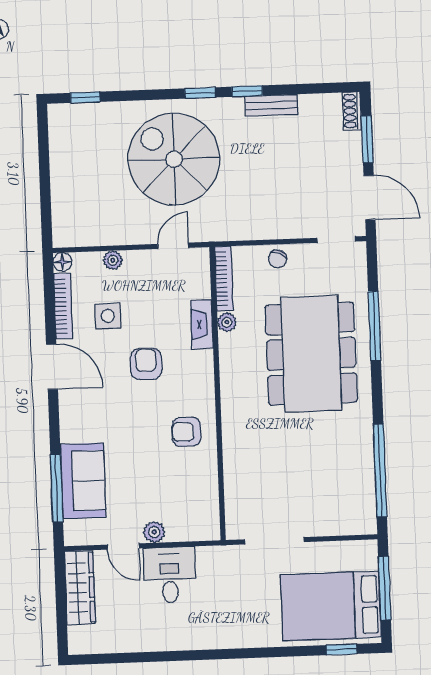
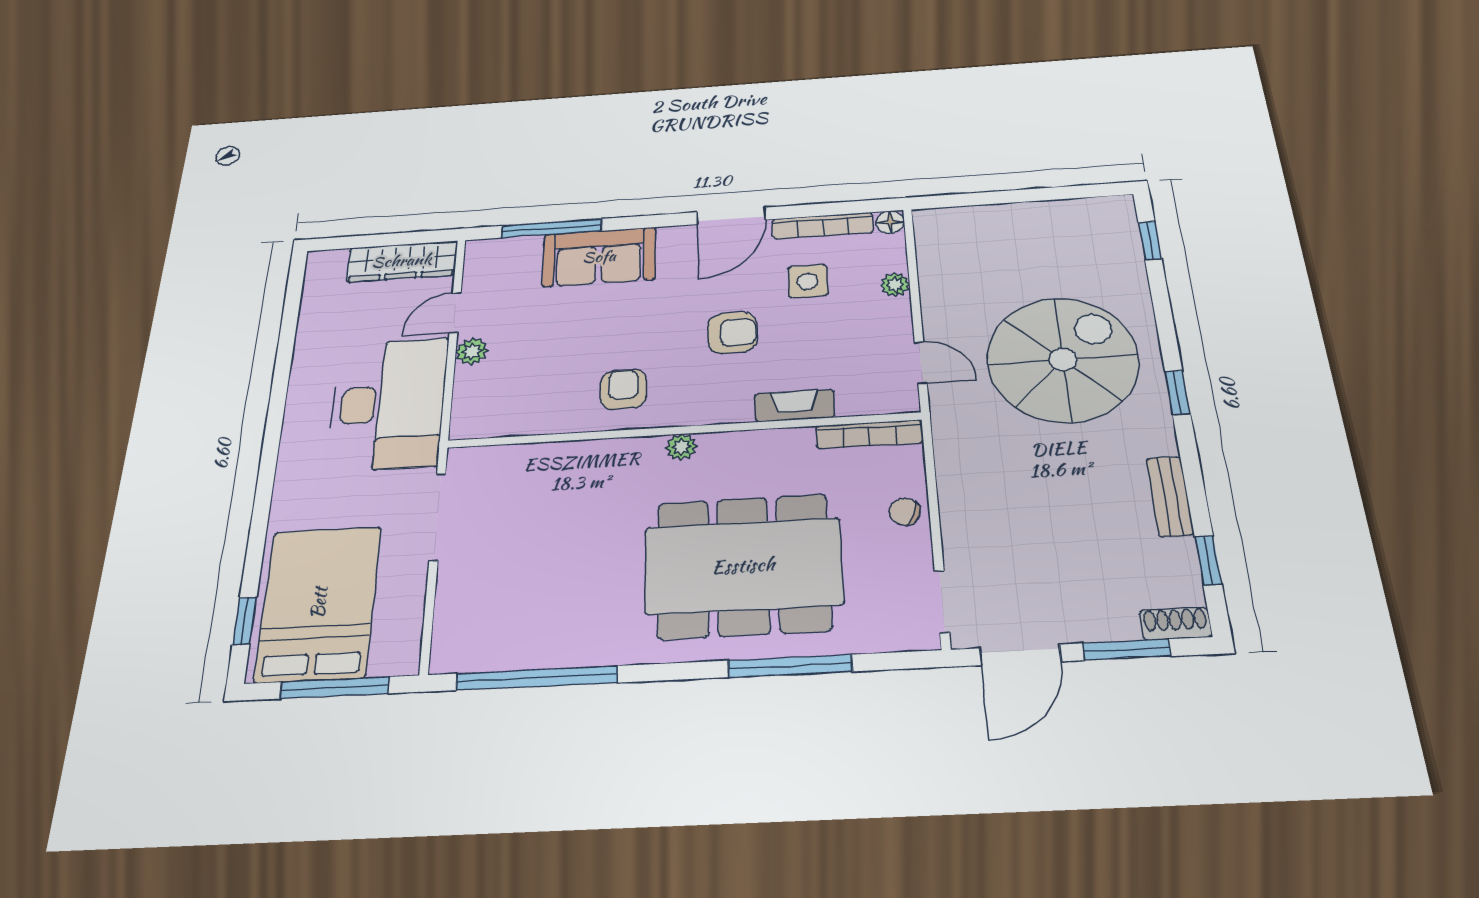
window: (247, 91) -> (1208, 560), moved
plant: (227, 322) -> (681, 447), moved
sofa: (83, 481) -> (599, 257), moved
desk: (170, 575) -> (388, 404), width x1.87, depth x1.30

